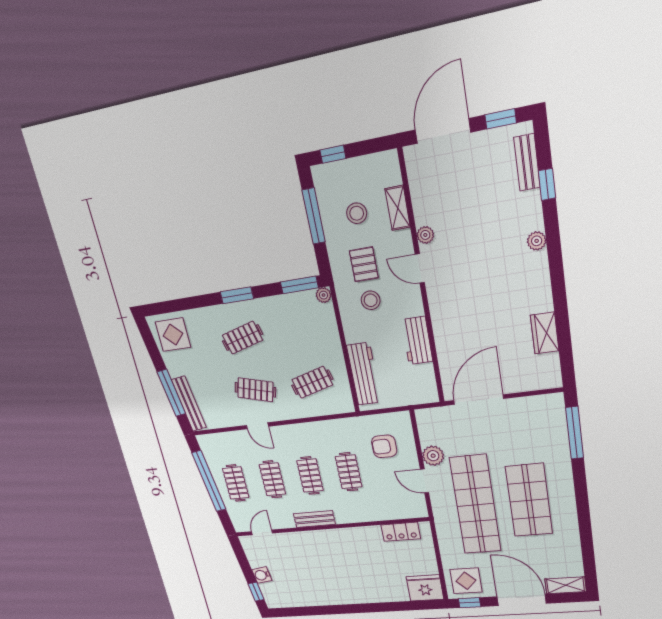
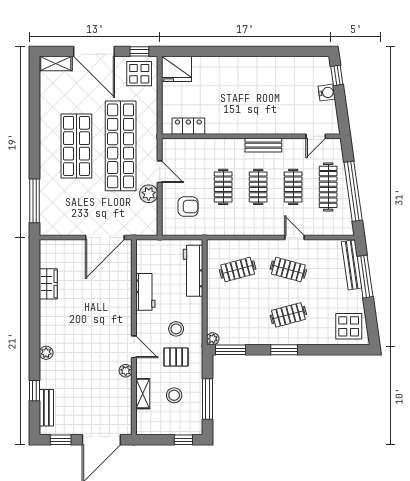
pallet: (364, 264) -> (176, 357), turned 90
clothes rail: (236, 483) -> (328, 187), width x1.36

